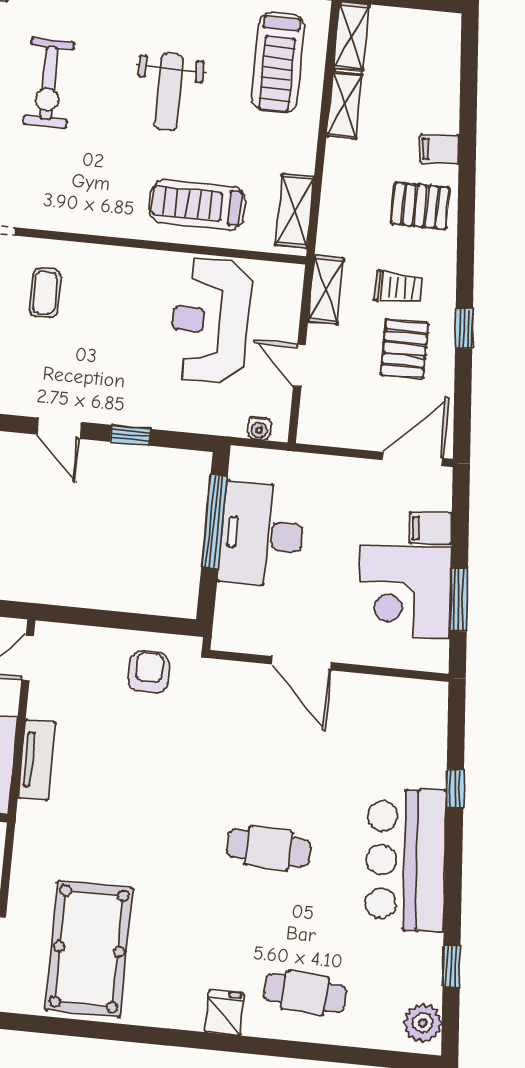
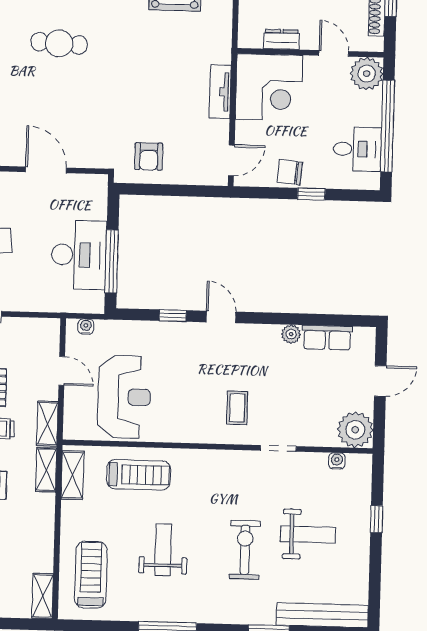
shelving: (344, 105) -> (46, 470), moved

